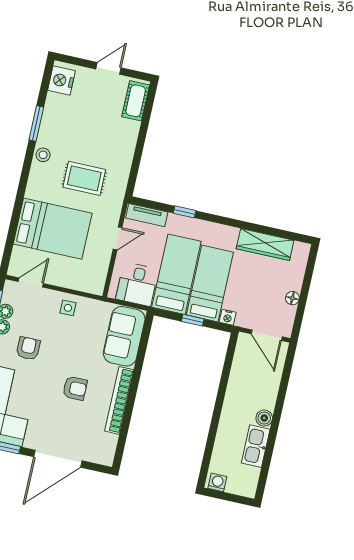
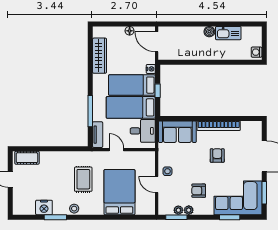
nightstand: (61, 80) -> (44, 207), moved
window: (185, 212) -> (90, 111), width x2.17
door: (31, 283) -> (157, 185), moved
door: (267, 335) -> (157, 42), swing flipped

